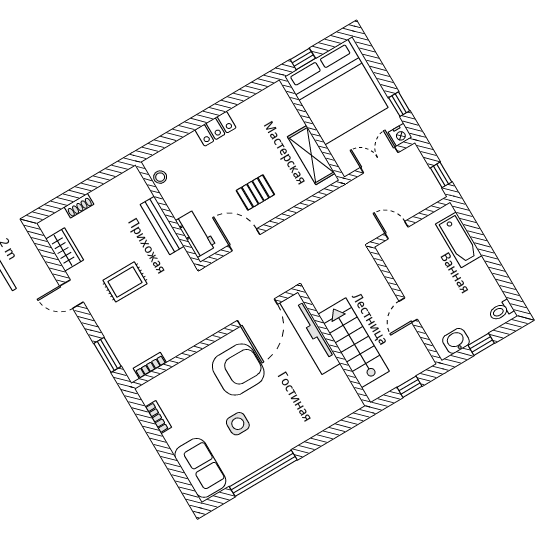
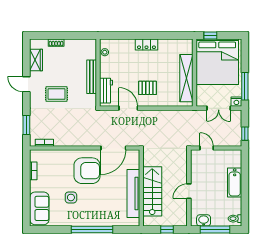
window: (399, 104) -> (245, 86), width x2.17
shelving: (311, 155) -> (186, 78), width x1.47
double door: (379, 160) -> (219, 108), swing flipped
bathtub: (459, 240) -> (235, 183), moved
tv unit: (310, 333) -> (133, 193), moved
window: (481, 344) -> (215, 230), width x2.17
window: (263, 473) -> (92, 230), moved

